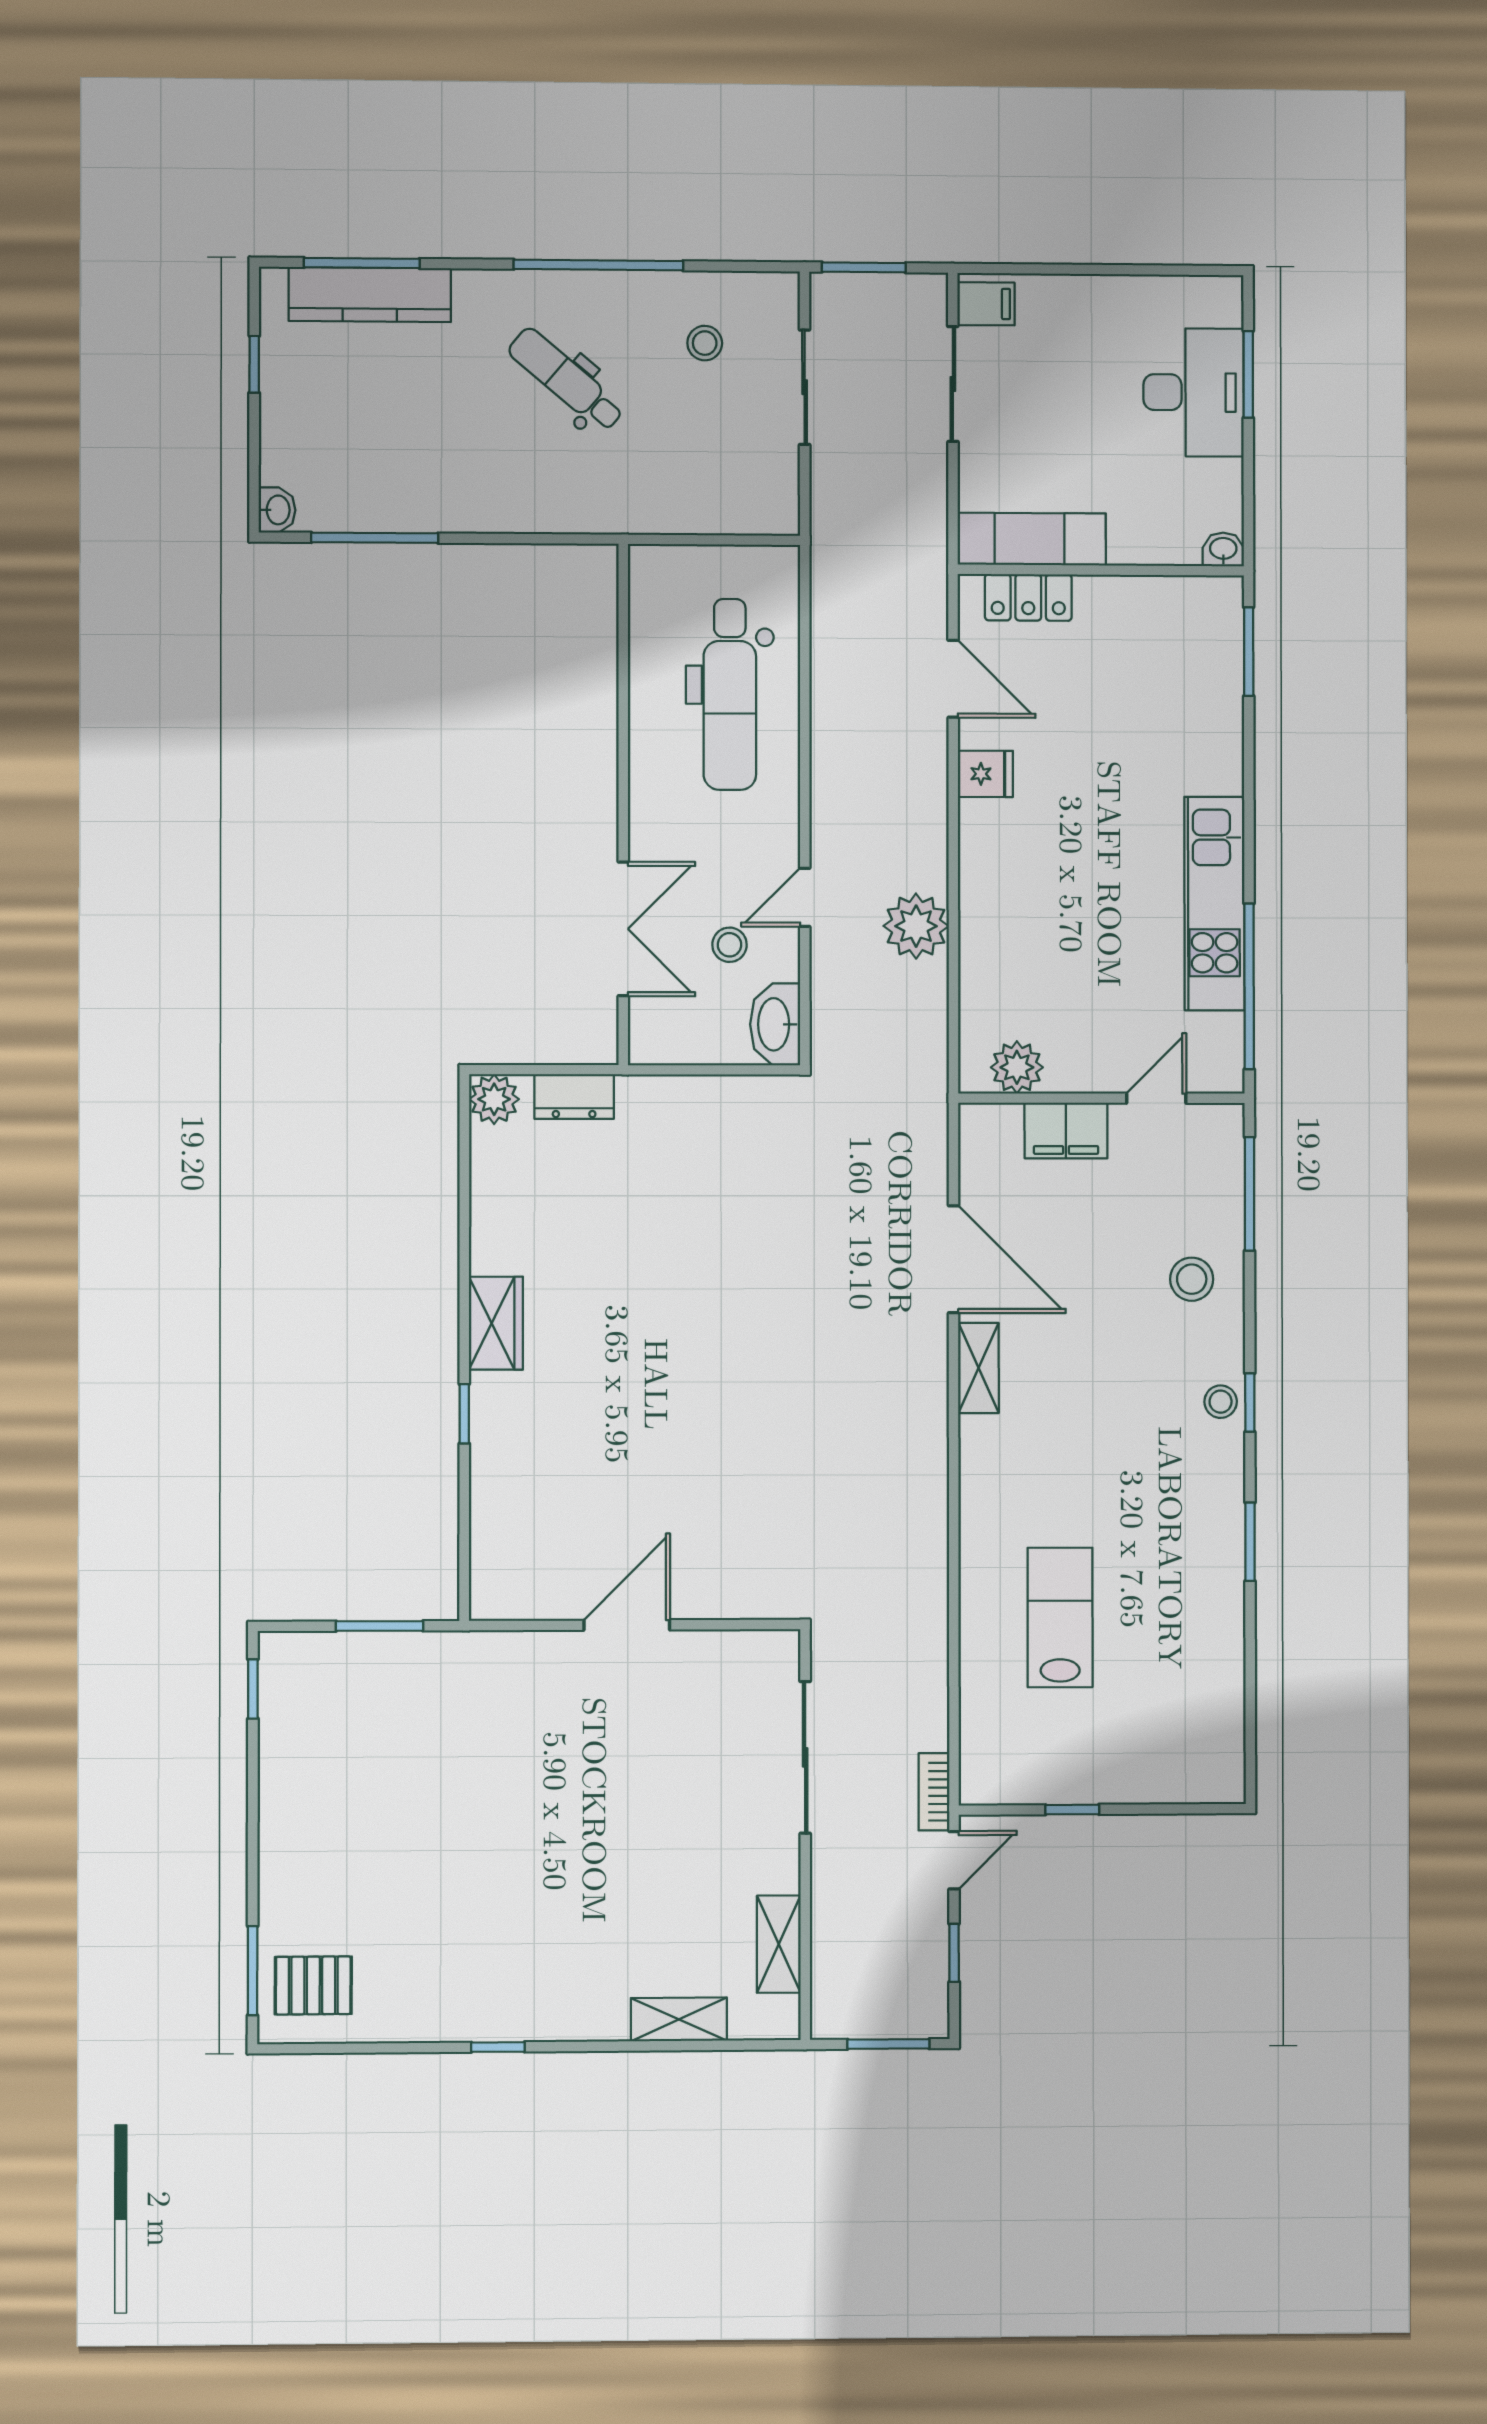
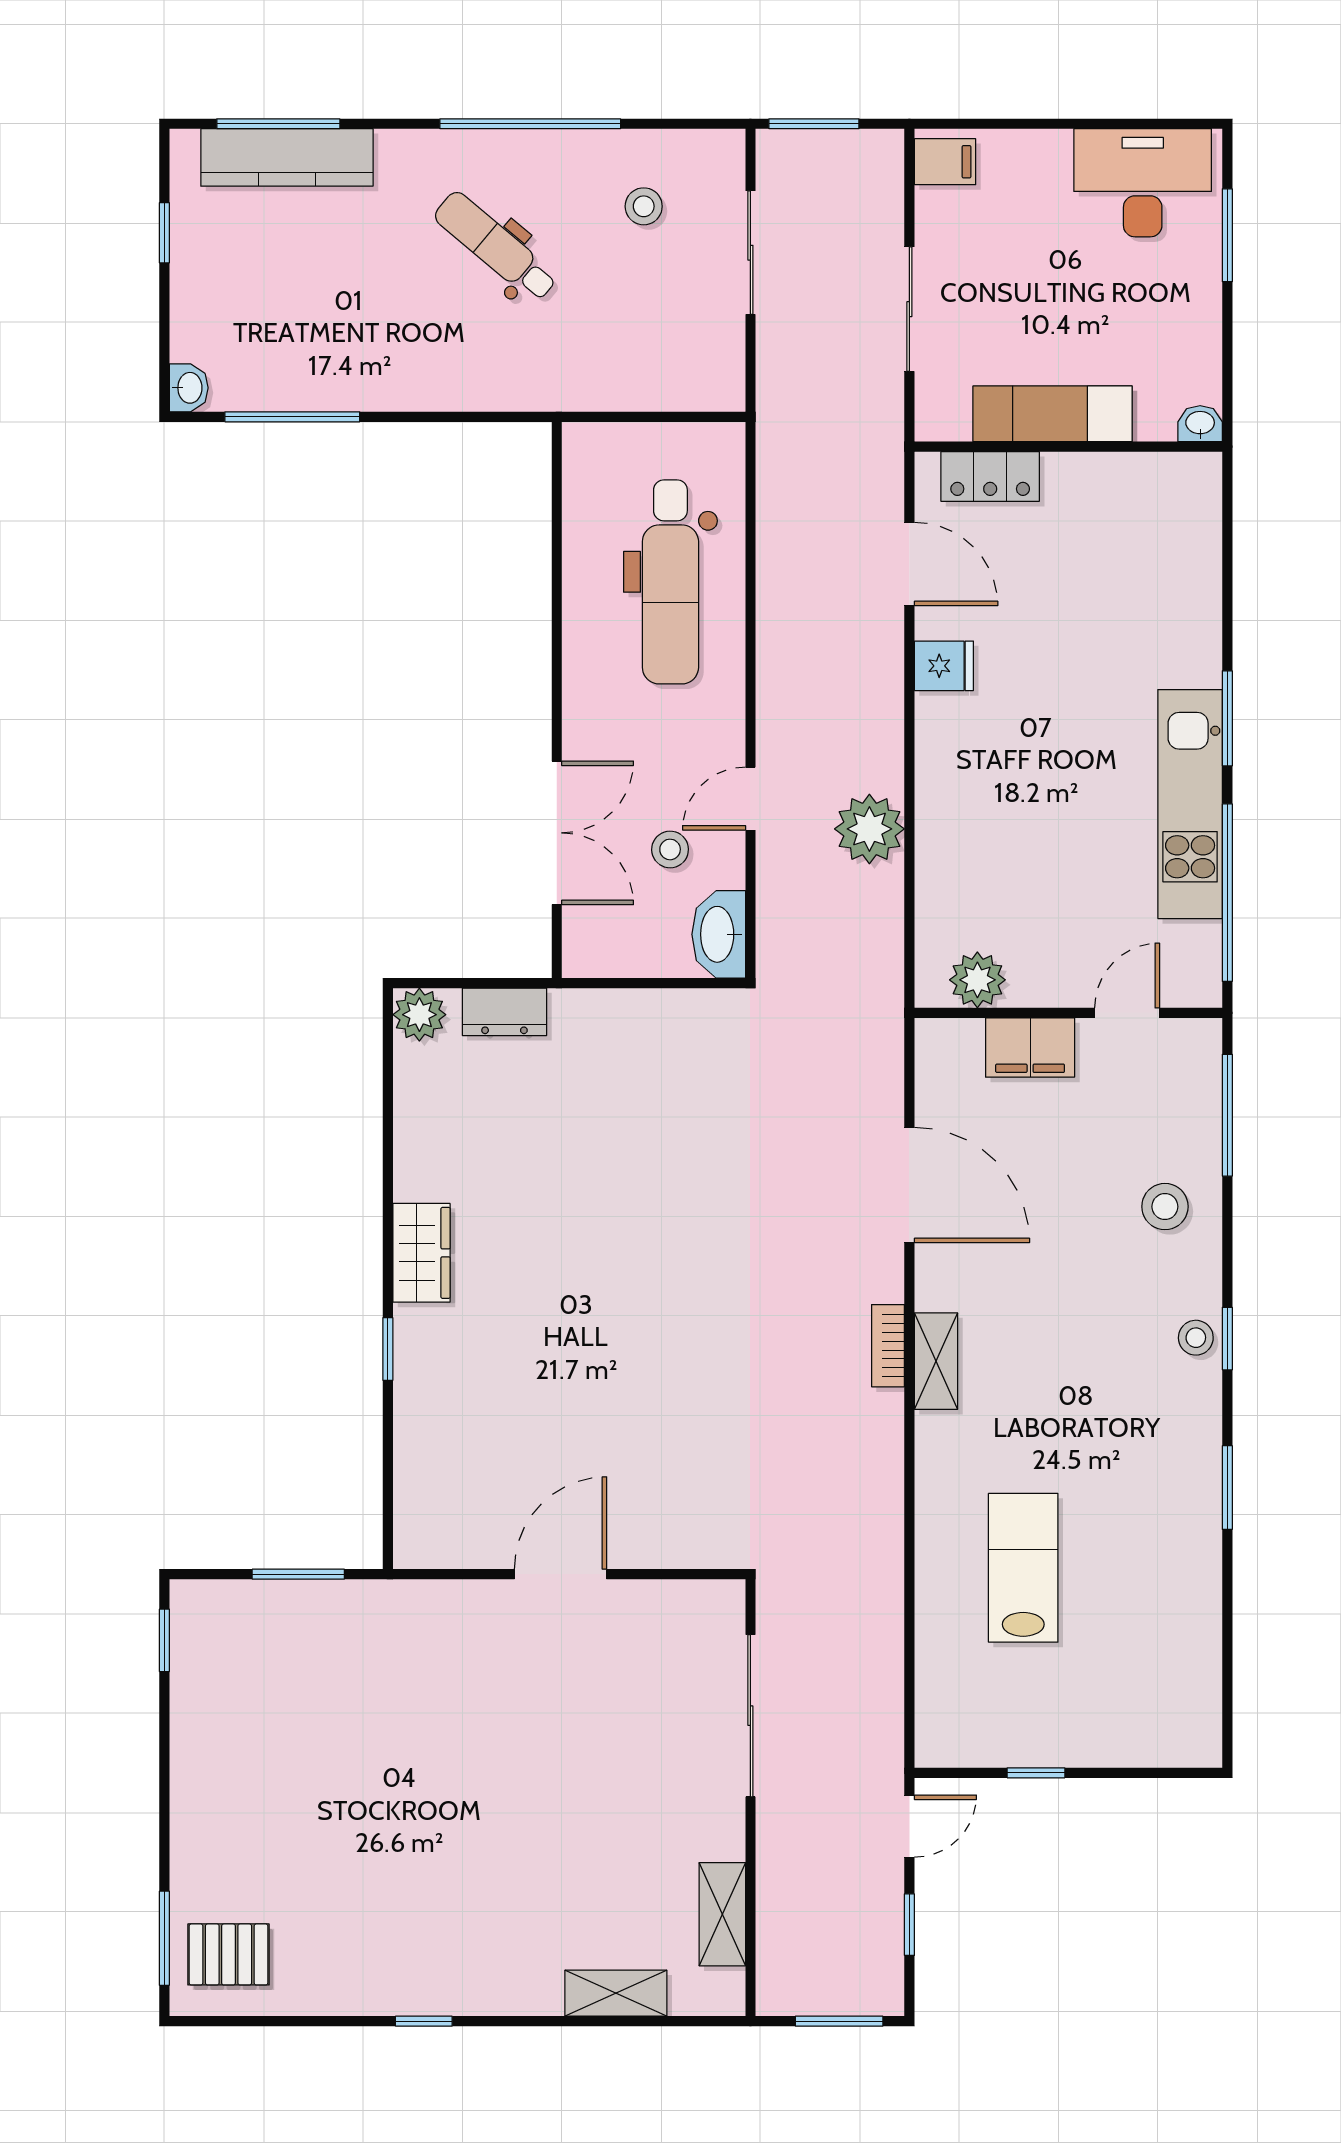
sliding door: (953, 384) -> (909, 309), moved
desk: (1194, 392) -> (1143, 183), moved, turned -90
exam couch: (1032, 539) -> (1052, 414), moved
window: (1249, 652) -> (1227, 718), moved
shelving: (979, 1368) -> (936, 1361), moved
bookcase: (934, 1792) -> (888, 1346), moved

